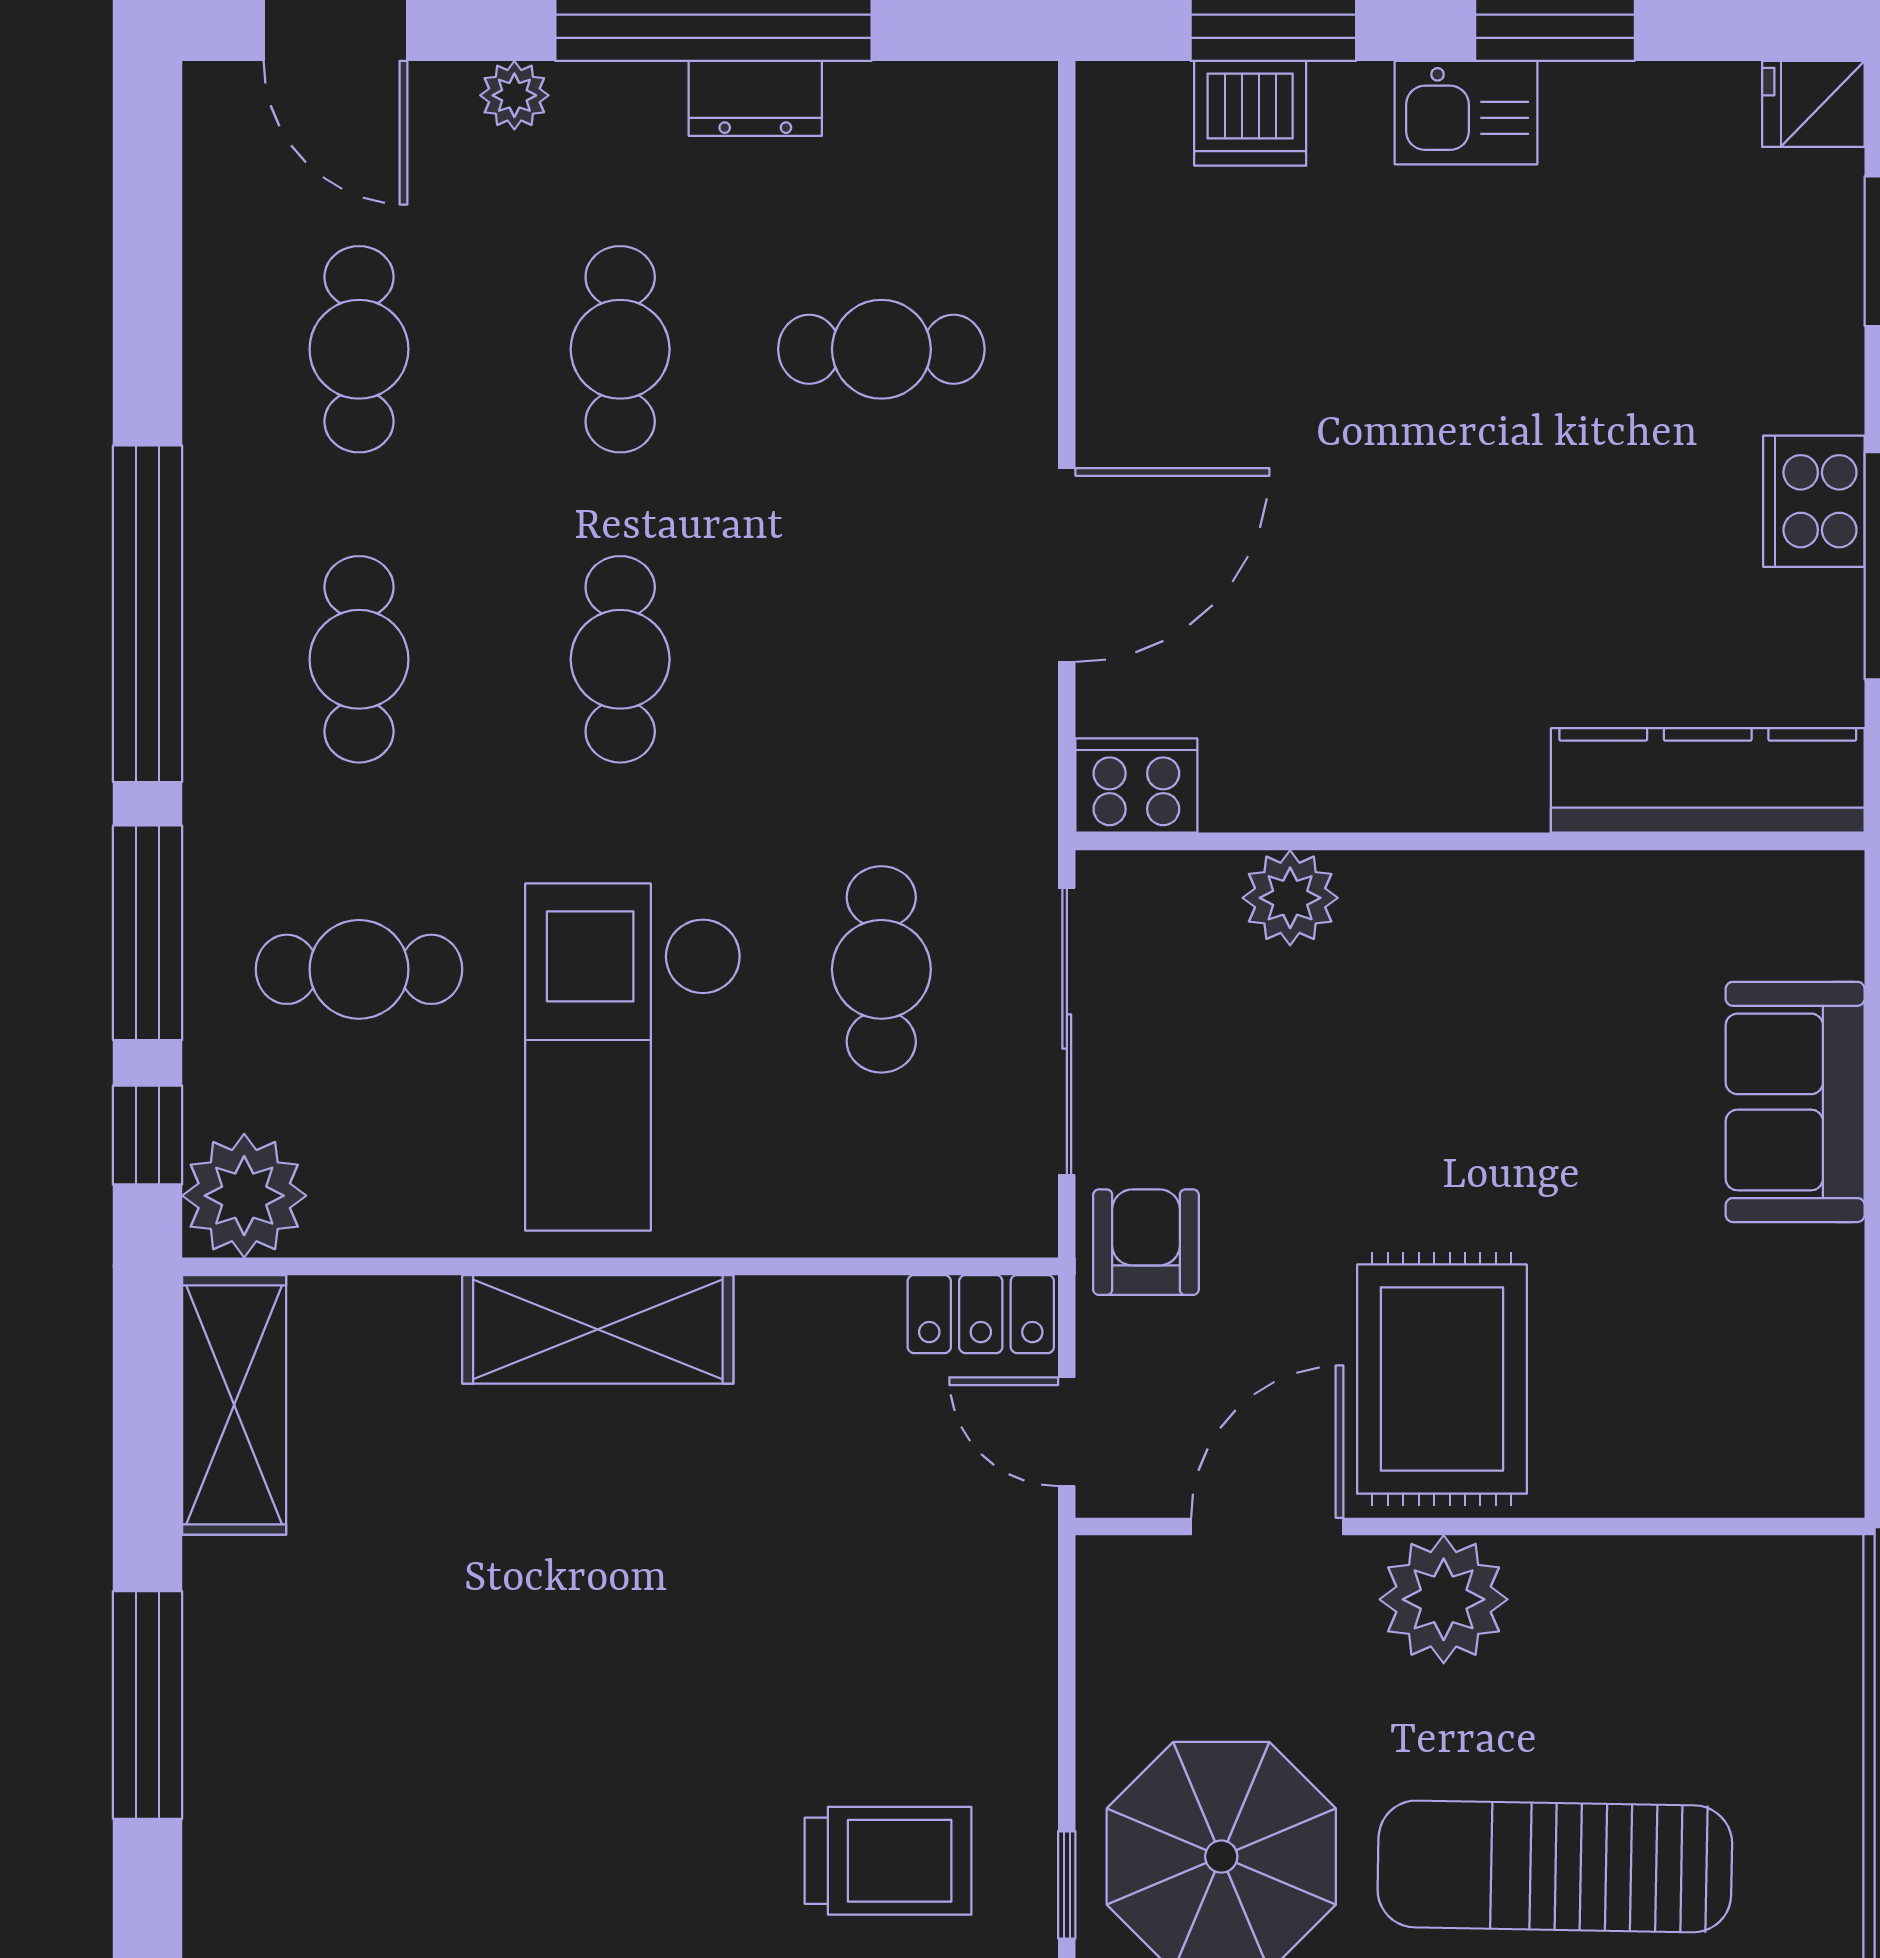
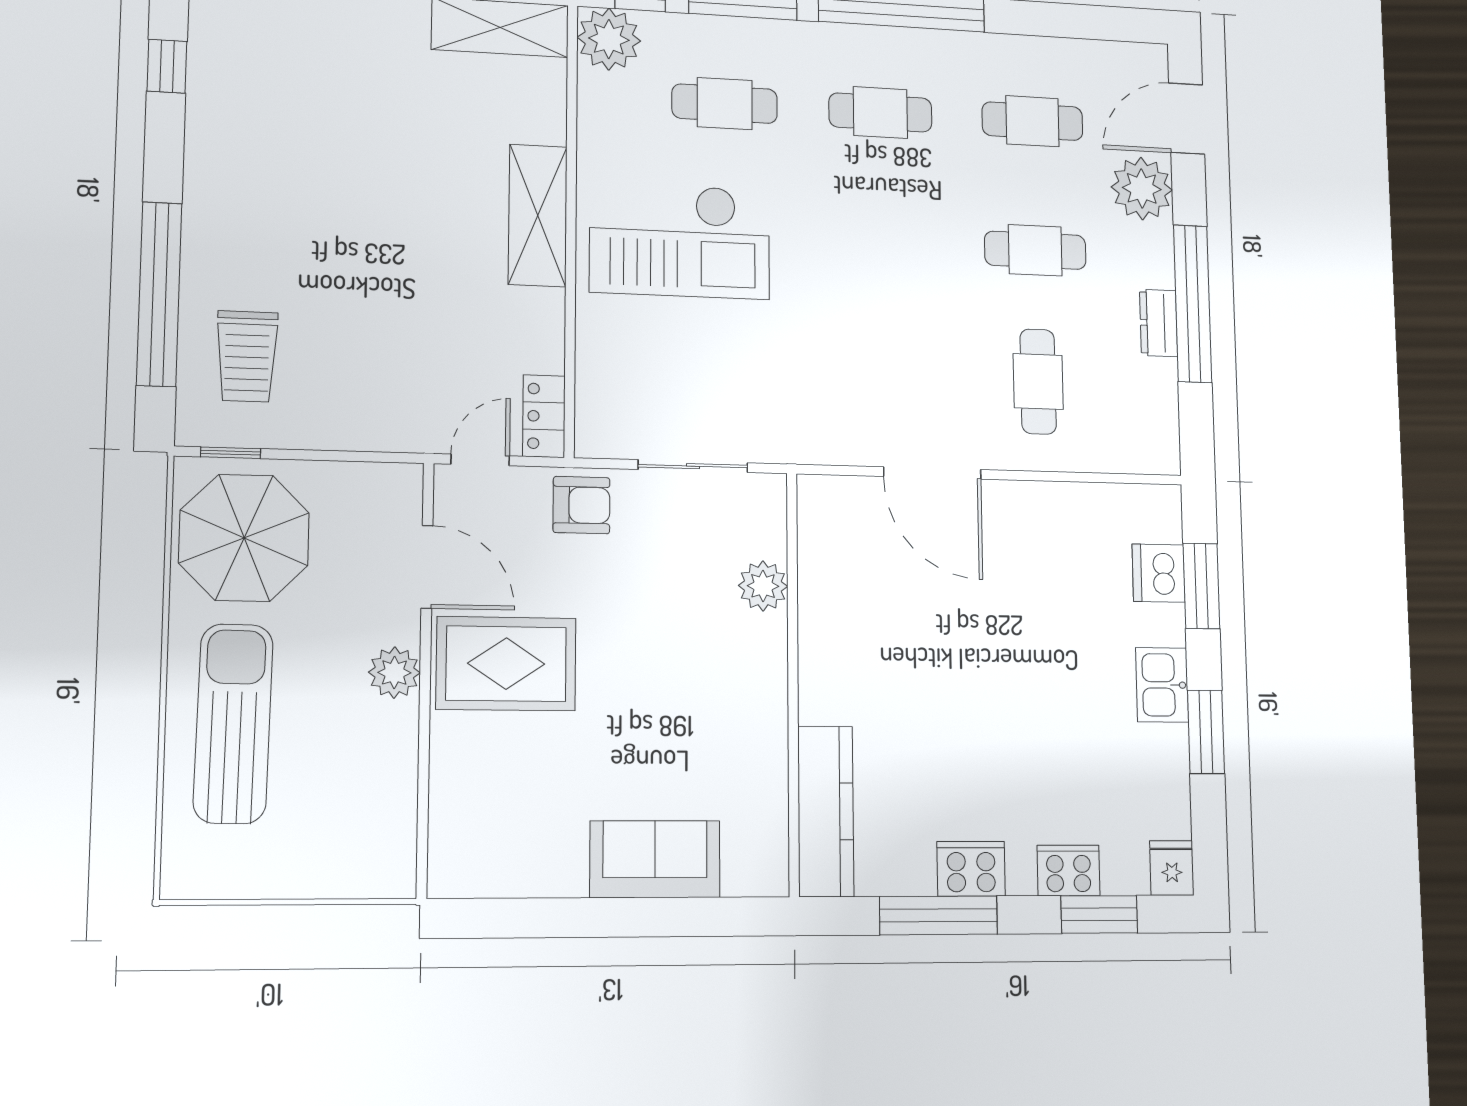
plant: (514, 95) -> (1142, 188), width x1.88, depth x1.88
cafe table: (620, 659) -> (882, 243), removed
cooker: (1136, 786) -> (1069, 870), moved, turned -90
cafe table: (359, 969) -> (725, 104), turned 90
cafe table: (881, 969) -> (725, 370), removed
sliding door: (1067, 1032) -> (693, 466), width x0.73
checkout: (633, 1057) -> (680, 240), turned 180
plant: (1444, 1599) -> (394, 673), width x0.73, depth x0.73

